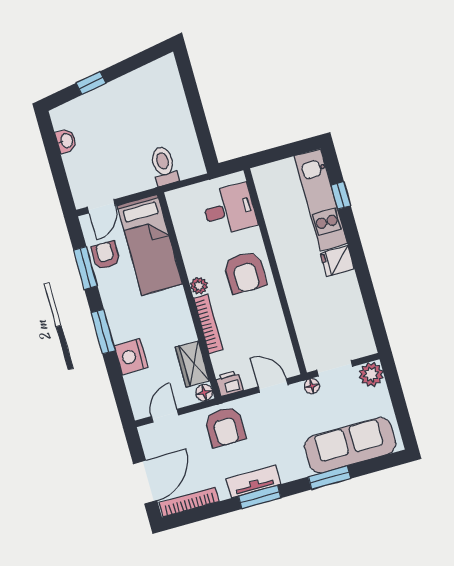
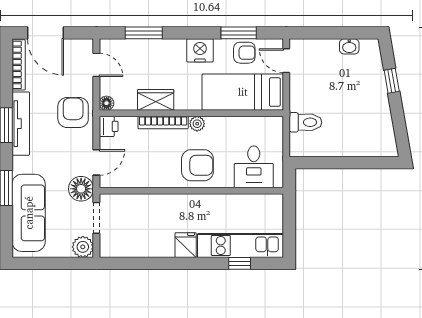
armchair: (245, 272) -> (197, 165), turned 180
window: (103, 332) -> (144, 33), moved
nightstand: (131, 356) -> (200, 50), moved
wardrobe: (192, 364) -> (156, 100), moved
floor lamp: (312, 386) -> (81, 189), width x1.89, depth x1.89
armchair: (225, 427) -> (73, 113), turned 90
tv unit: (254, 481) -> (21, 124), width x1.41

